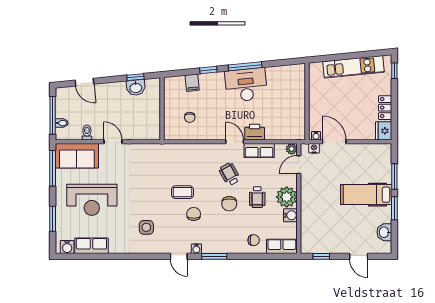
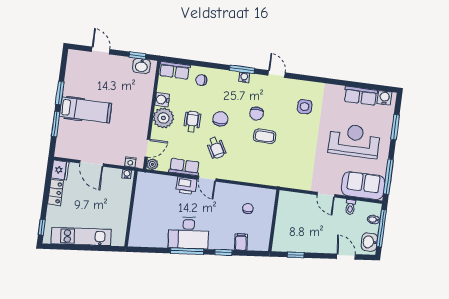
washbasin: (136, 88) -> (369, 242), moved, turned -84
door: (334, 142) -> (91, 163), moved
washbasin: (384, 232) -> (141, 66), moved, turned 90
water cooler: (196, 249) -> (244, 77), moved

